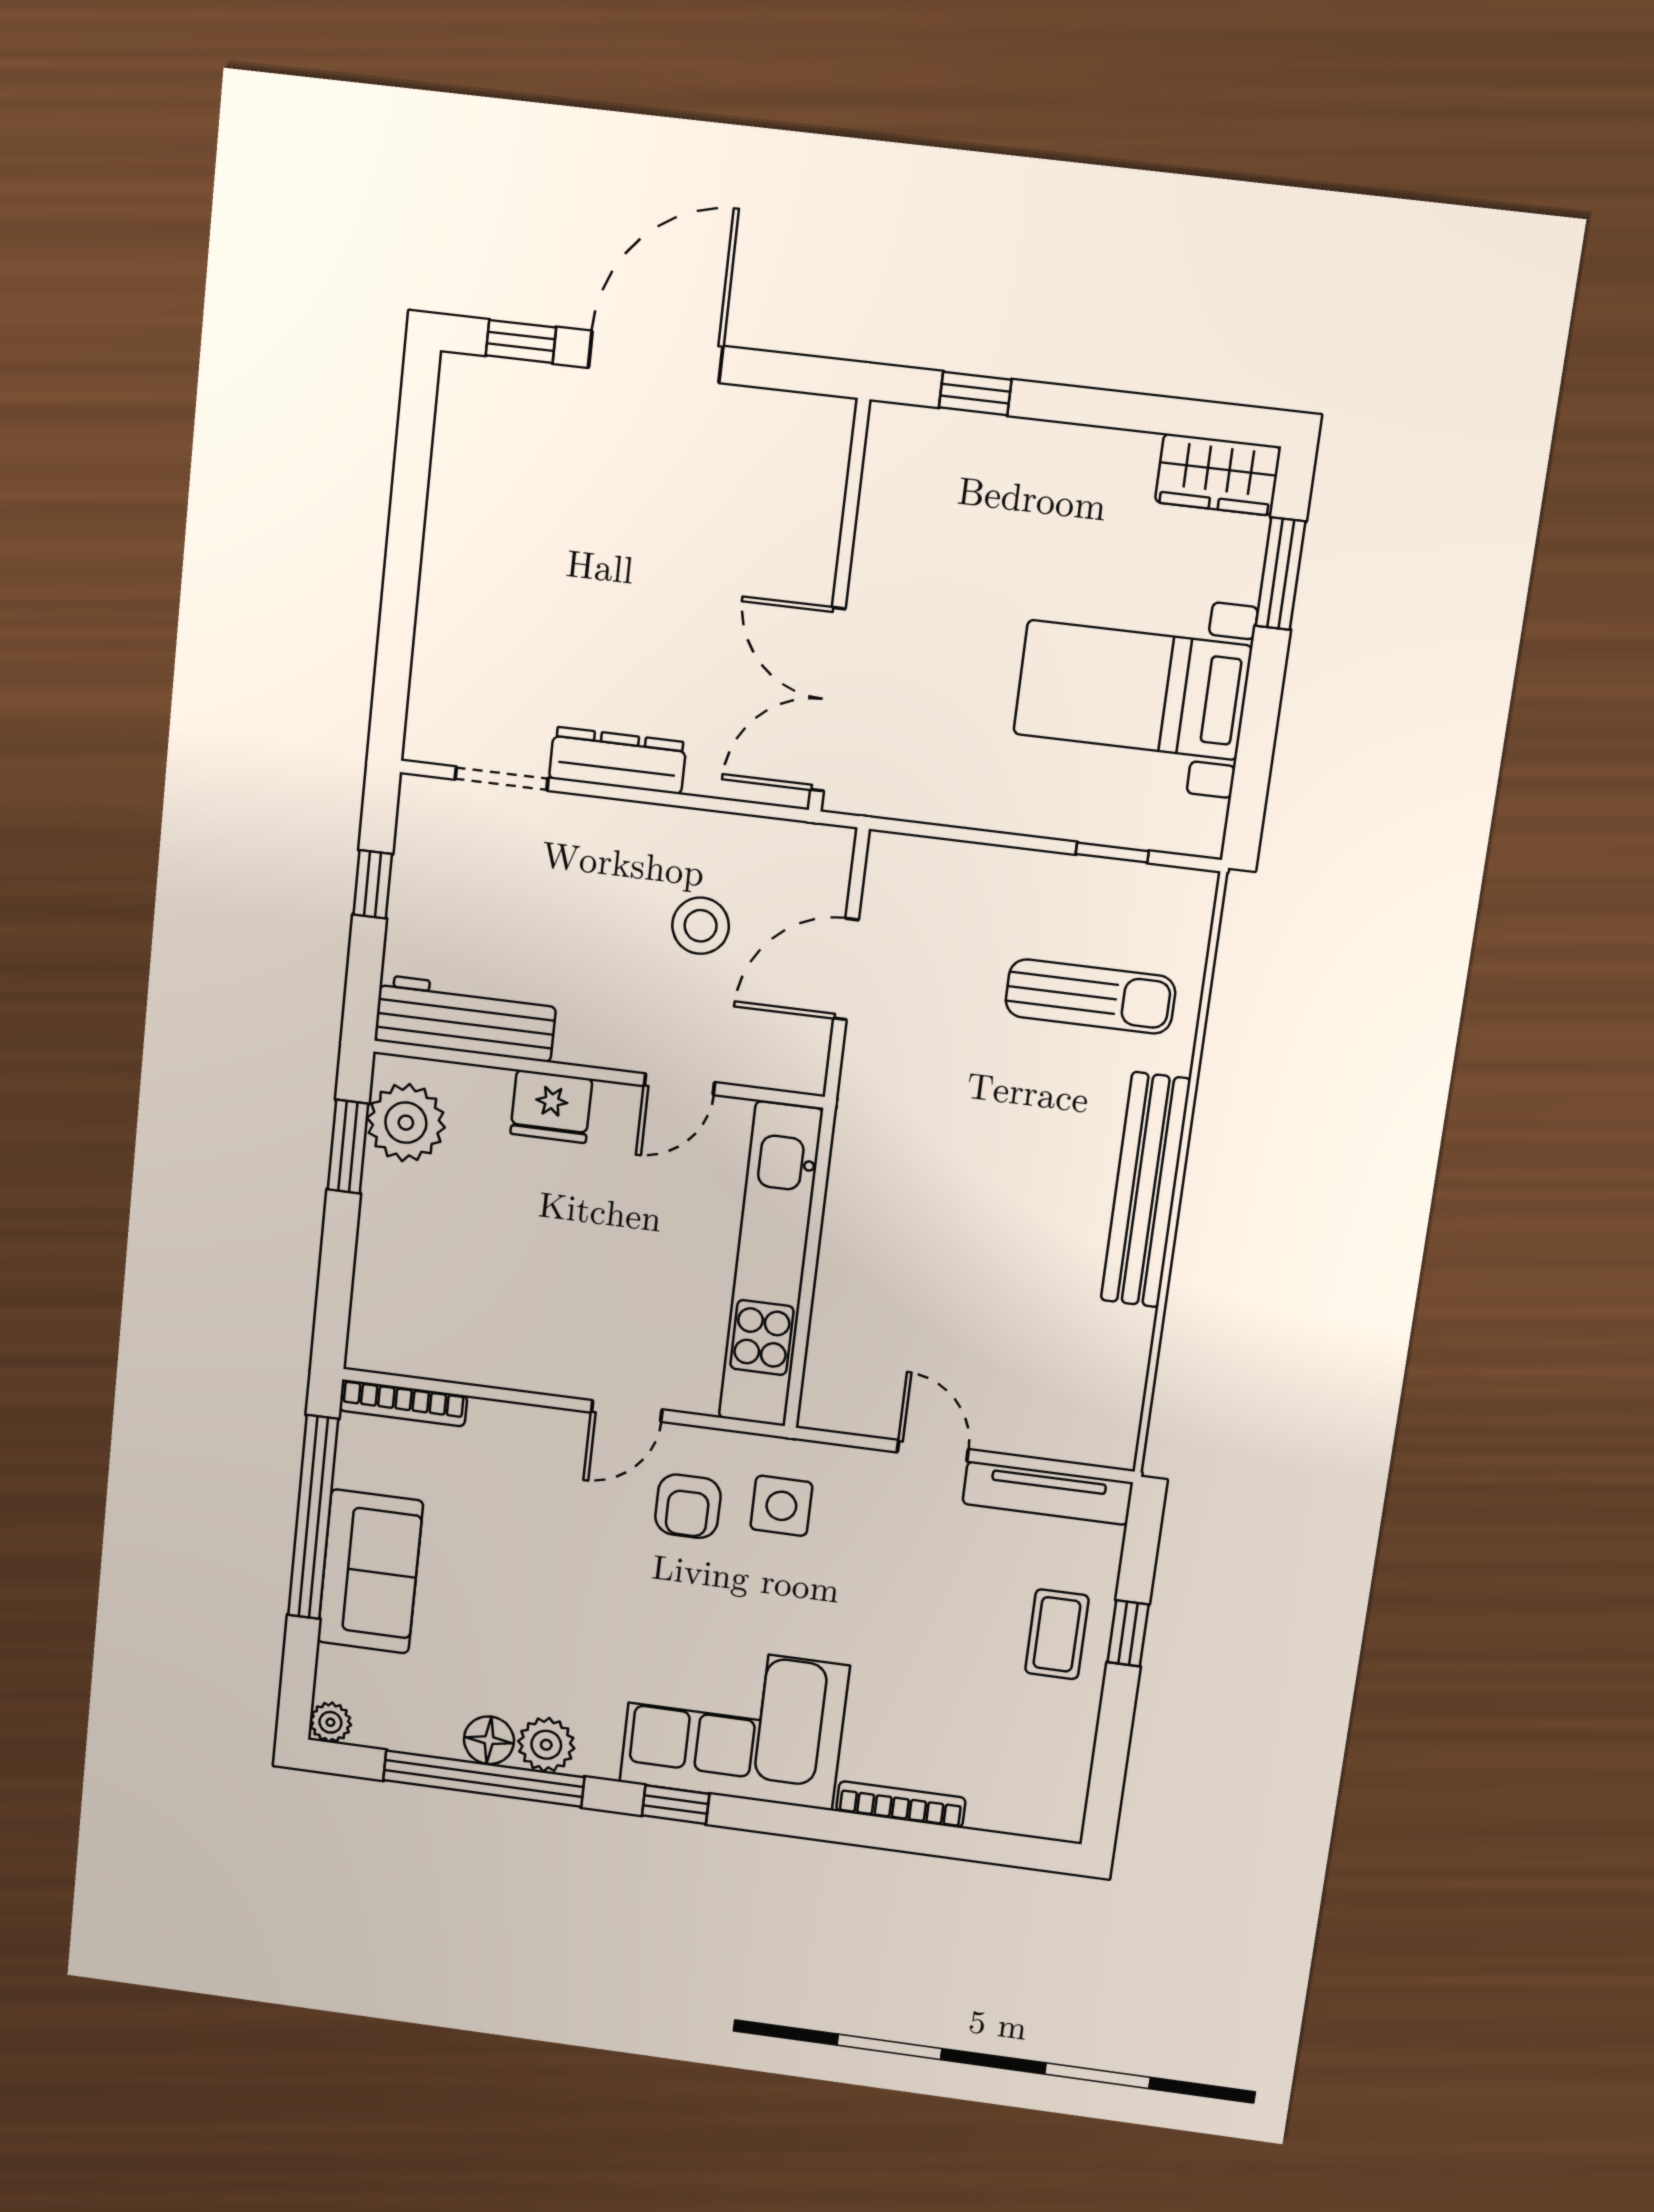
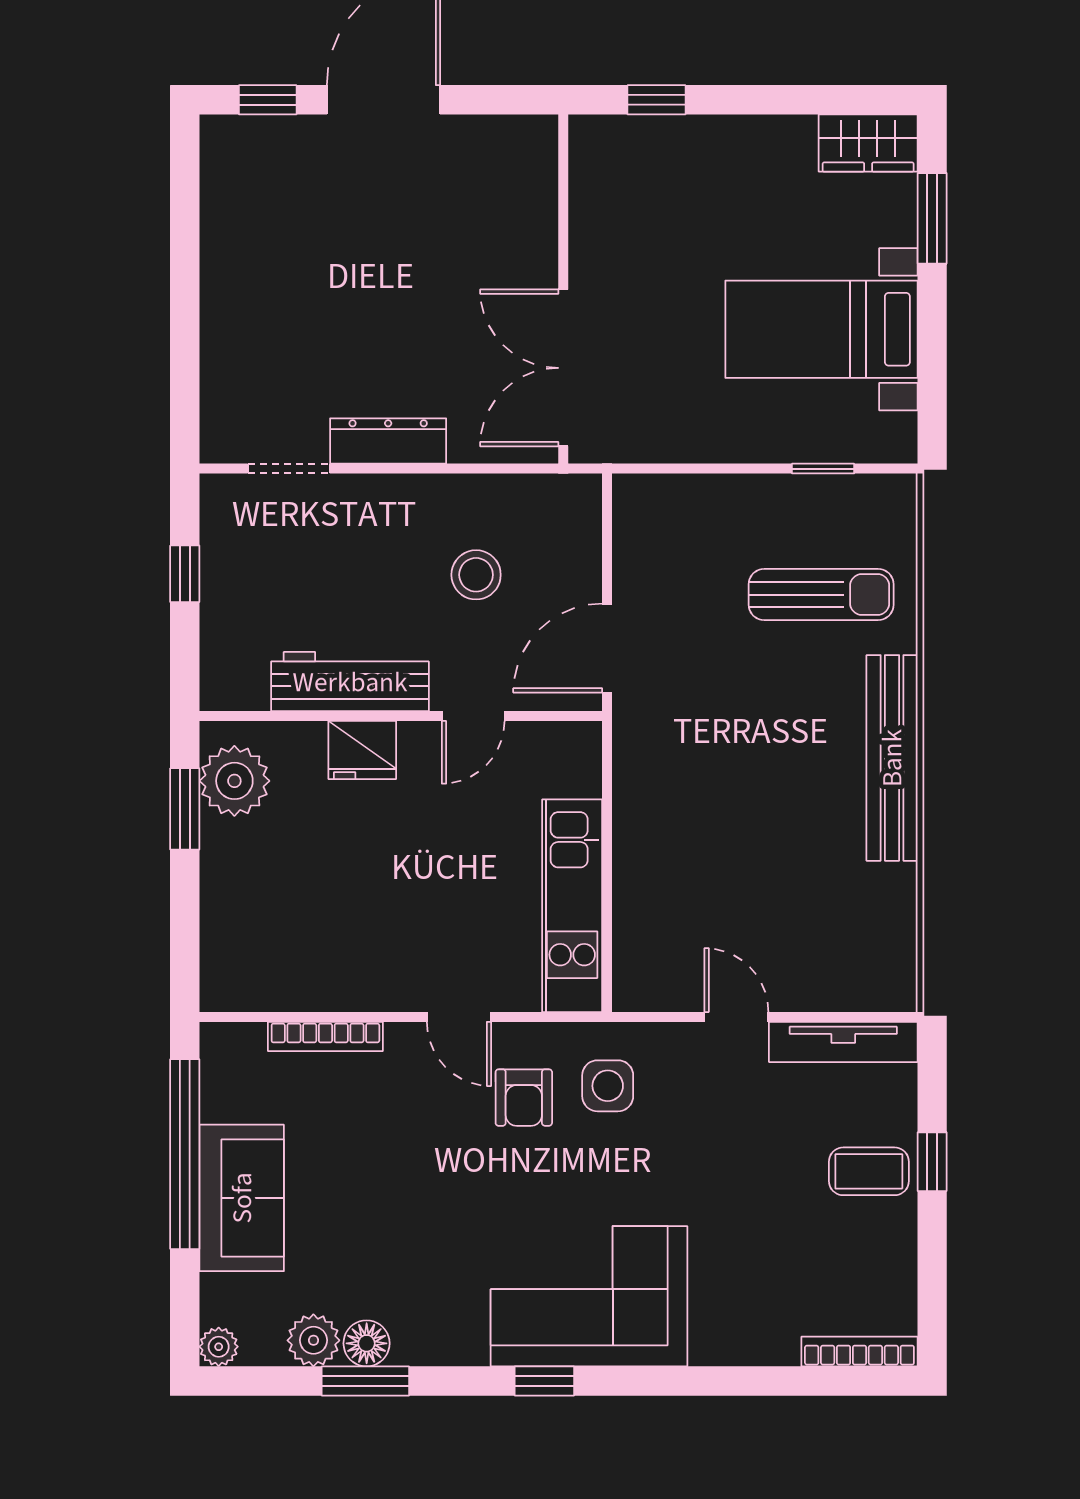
door: (846, 969) -> (607, 648), moved
workbench: (465, 1018) -> (350, 682), moved
kitchen unit: (771, 1265) -> (572, 906), width x0.73
bookcase: (403, 1403) -> (325, 1037), moved
door: (627, 1411) -> (459, 1017), hinge flipped
coffee table: (1057, 1634) -> (869, 1171), turned 90
plant: (546, 1745) -> (313, 1340), moved
window: (484, 1779) -> (365, 1381), width x0.47
bookcase: (901, 1804) -> (859, 1352), moved

